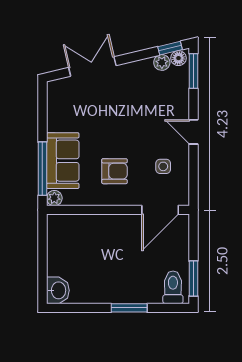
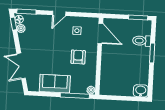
sofa: (63, 161) -> (55, 84), moved
toilet: (173, 287) -> (142, 41), moved

